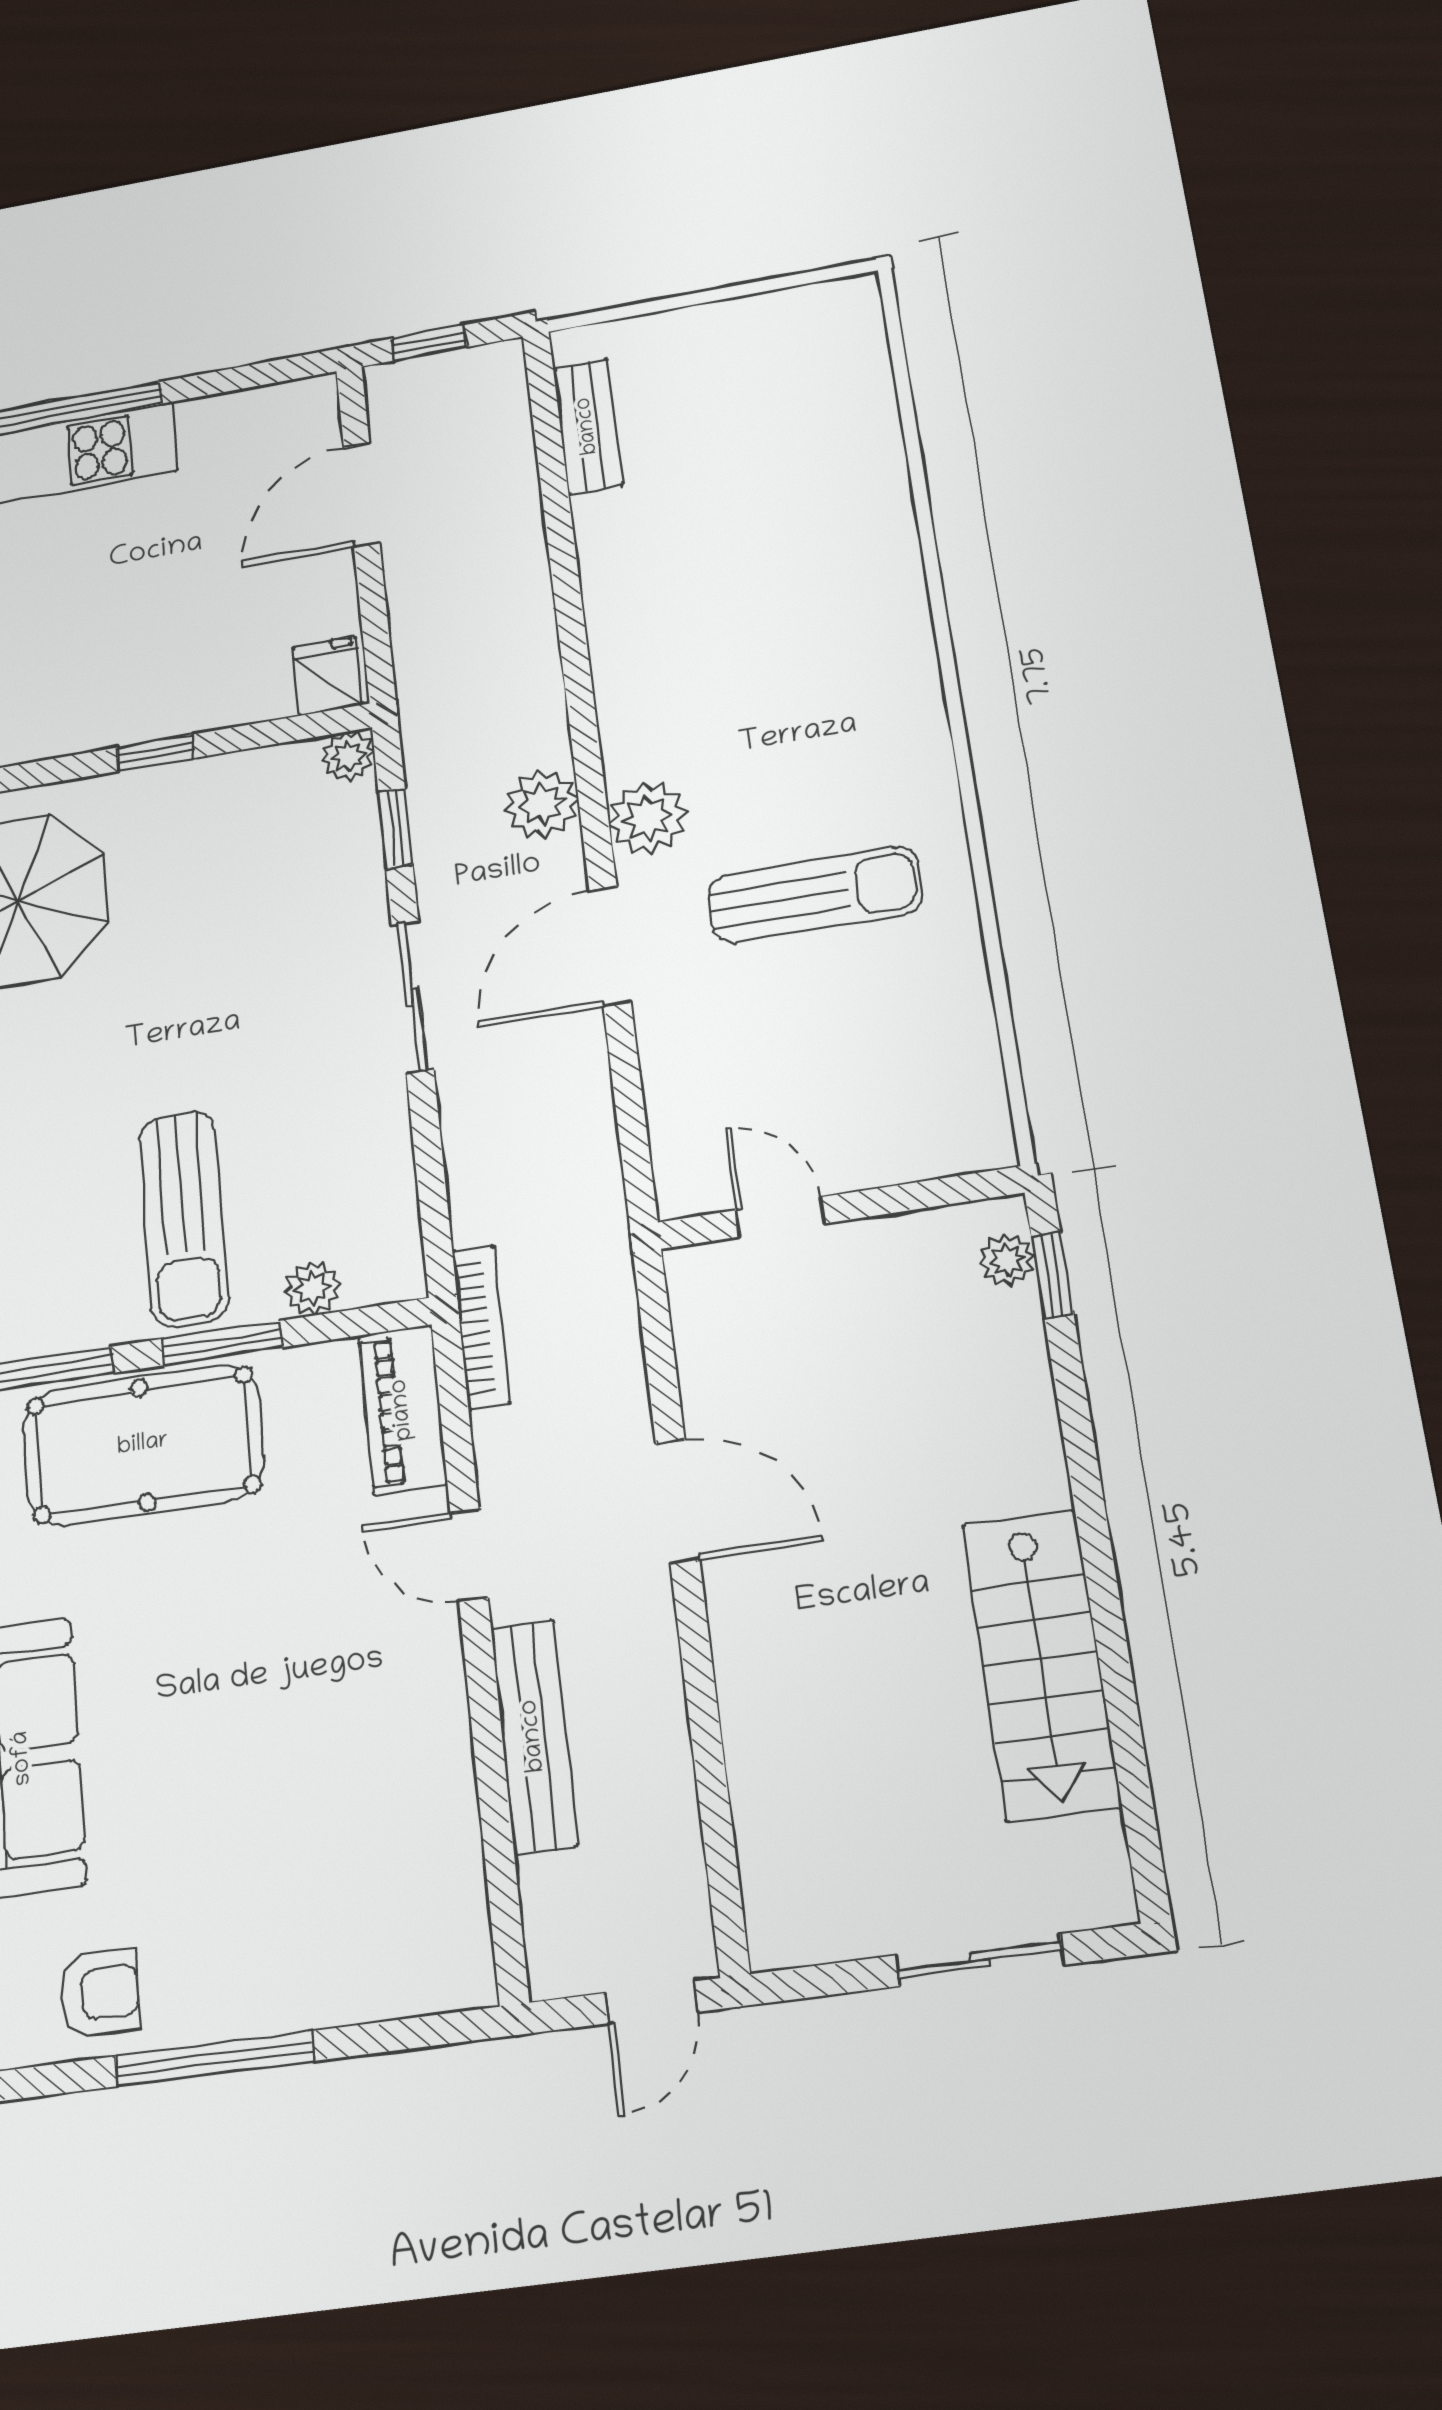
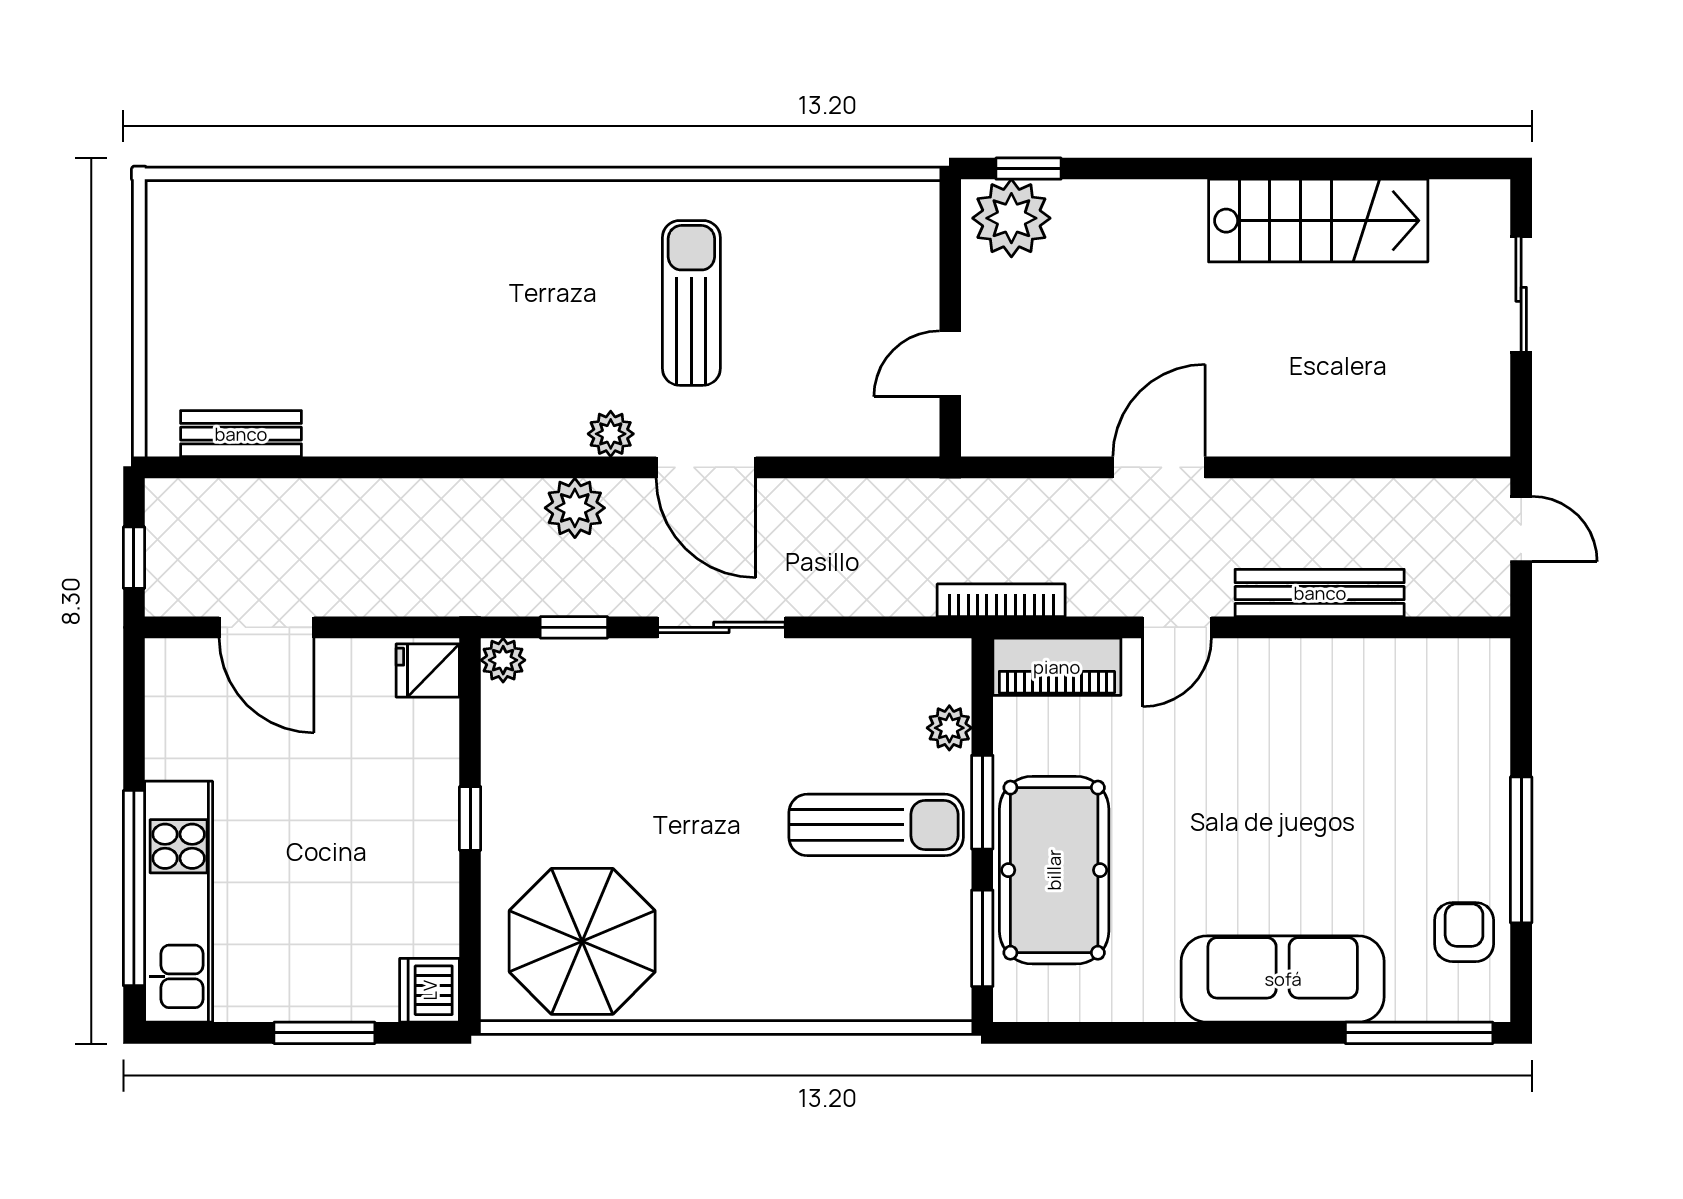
plant: (648, 818) -> (611, 434), width x0.73, depth x0.73
plant: (1007, 1260) -> (1011, 218), width x1.88, depth x1.88

